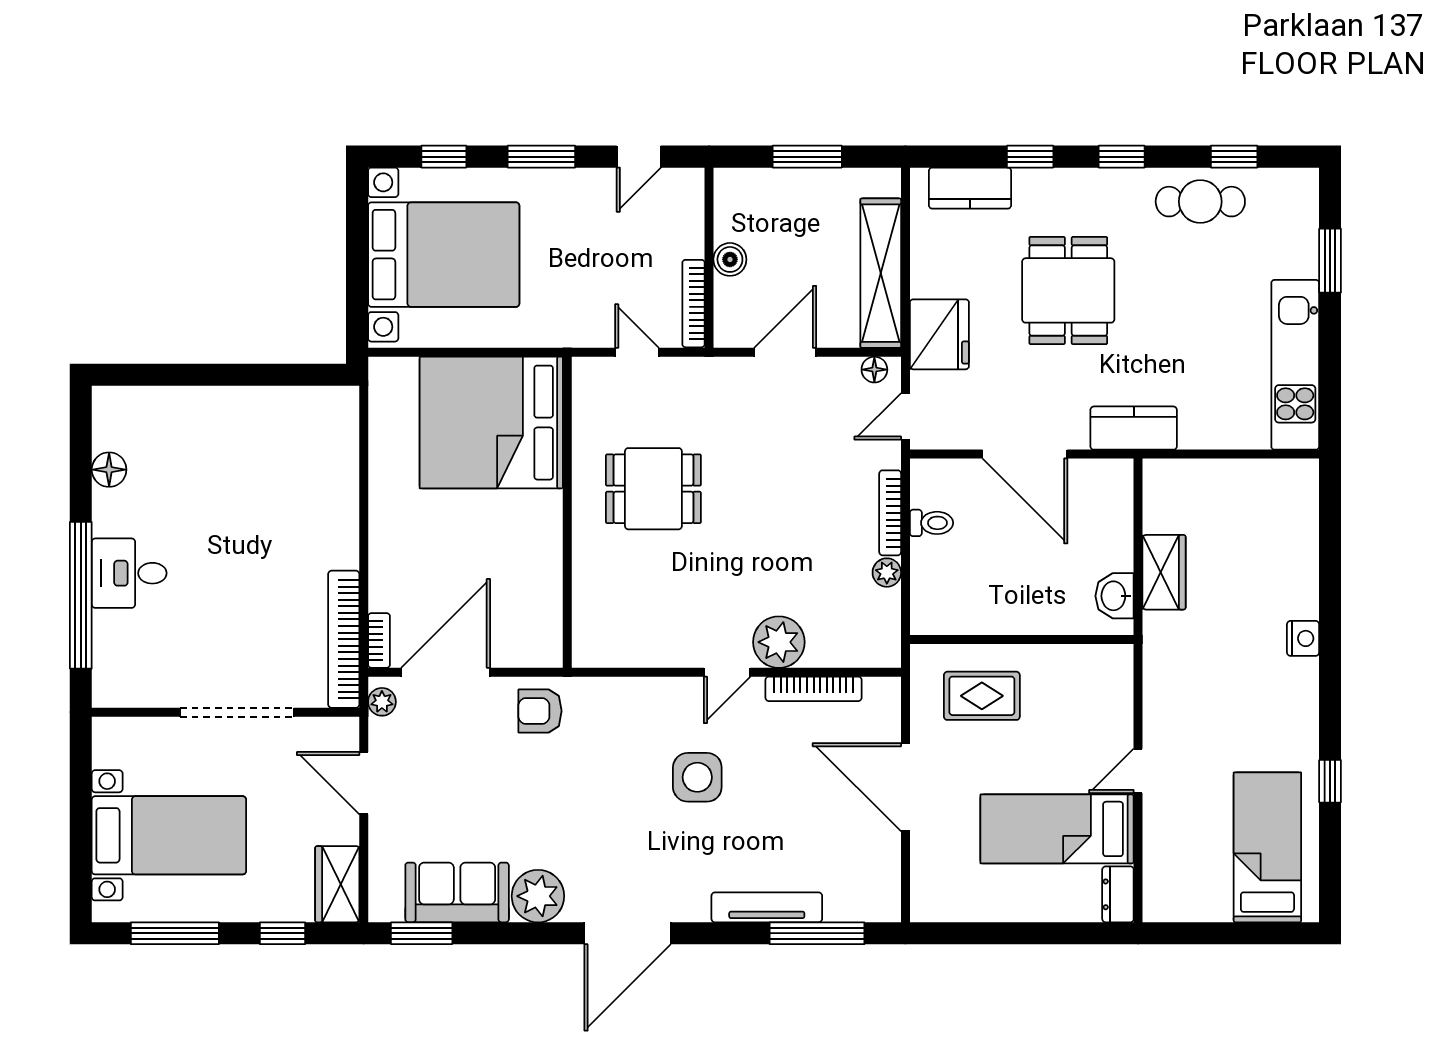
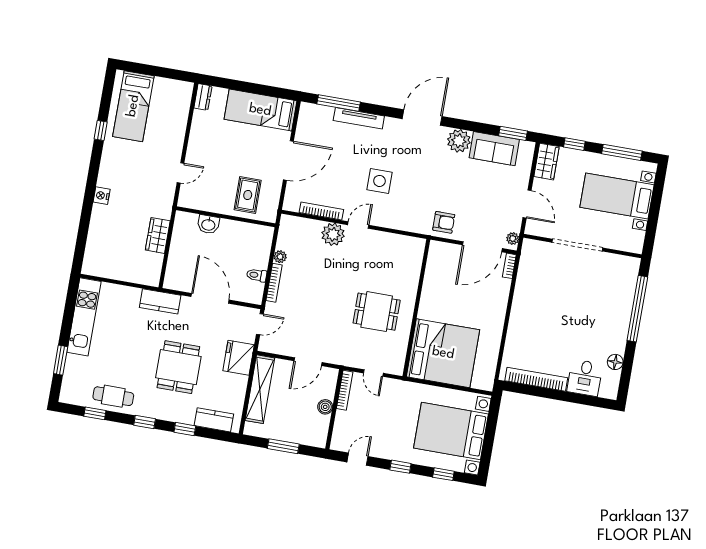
window: (541, 157) -> (400, 467), width x0.67
floor lamp: (874, 370) -> (270, 347), removed
desk: (129, 573) -> (585, 378), moved, turned 90
washbasin: (1115, 596) -> (208, 224), moved, turned 90
bookcase: (344, 639) -> (536, 379), moved, turned -90
rug: (982, 696) -> (248, 195), turned 90
door: (1138, 771) -> (181, 173), moved
door: (905, 787) -> (288, 161), hinge flipped
bed: (1057, 829) -> (260, 110), moved, turned 180

